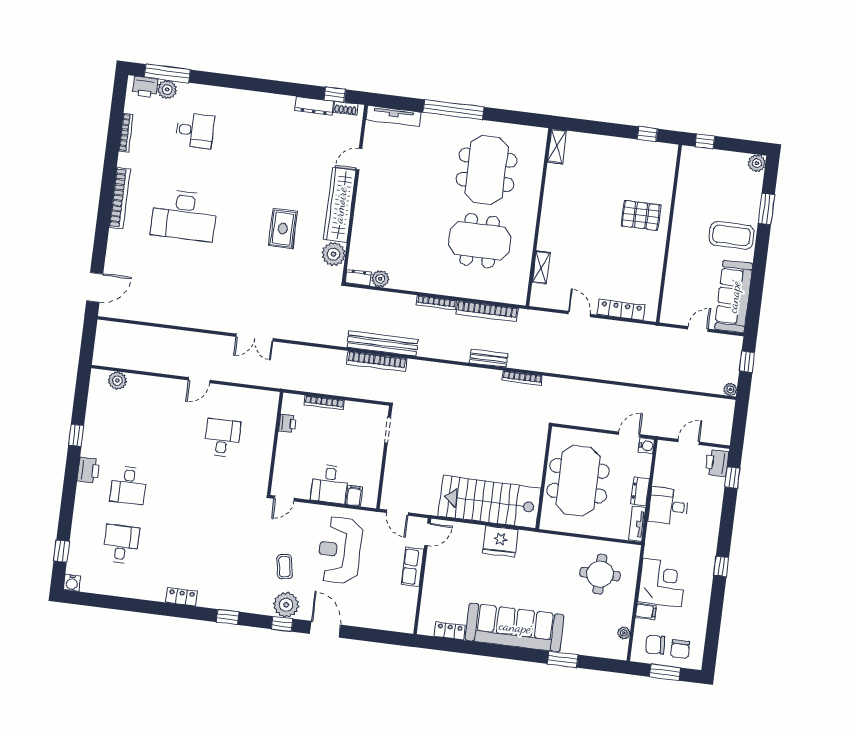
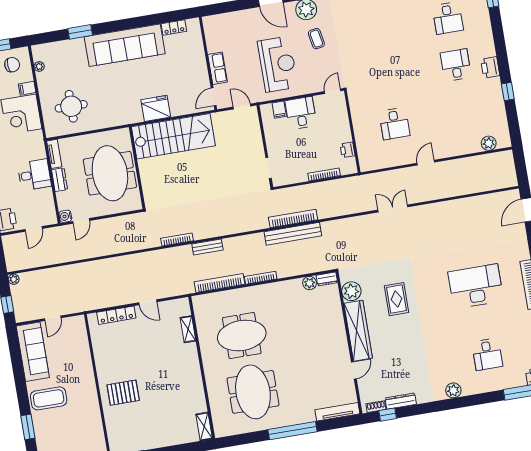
plant: (167, 89) -> (453, 390), moved
desk: (195, 130) -> (487, 354), turned -90

